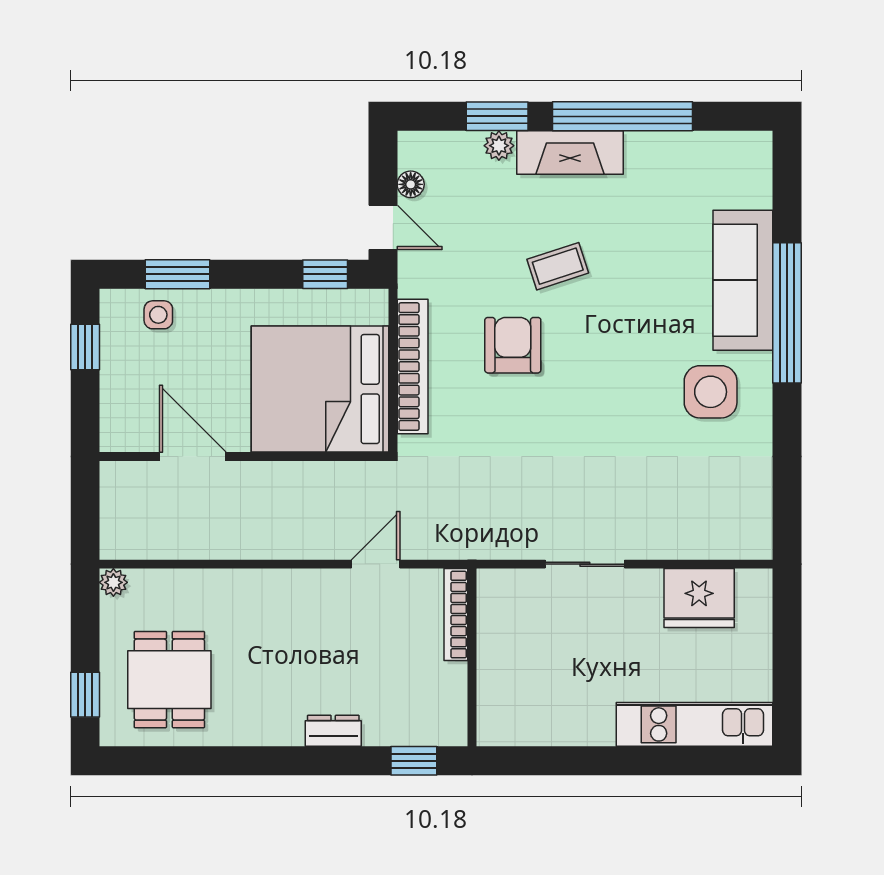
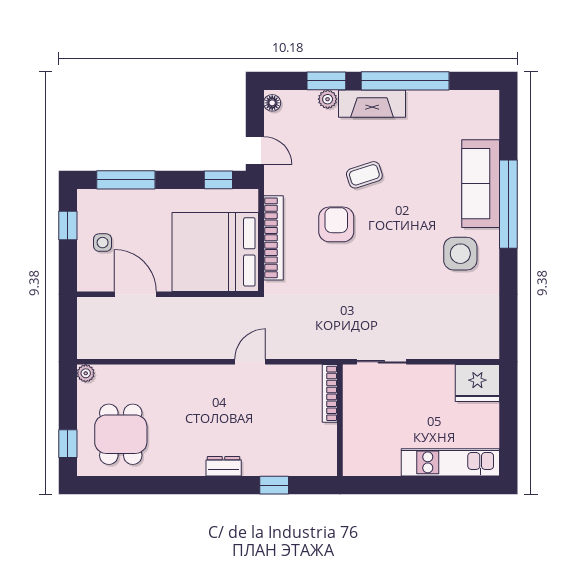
floor lamp: (411, 184) -> (272, 103), moved
window: (177, 274) -> (126, 180), width x1.44
side table: (158, 315) -> (103, 243), moved
fridge: (699, 598) -> (477, 383), moved
bookcase: (456, 615) -> (330, 393), moved
wall: (472, 657) -> (340, 420), moved

